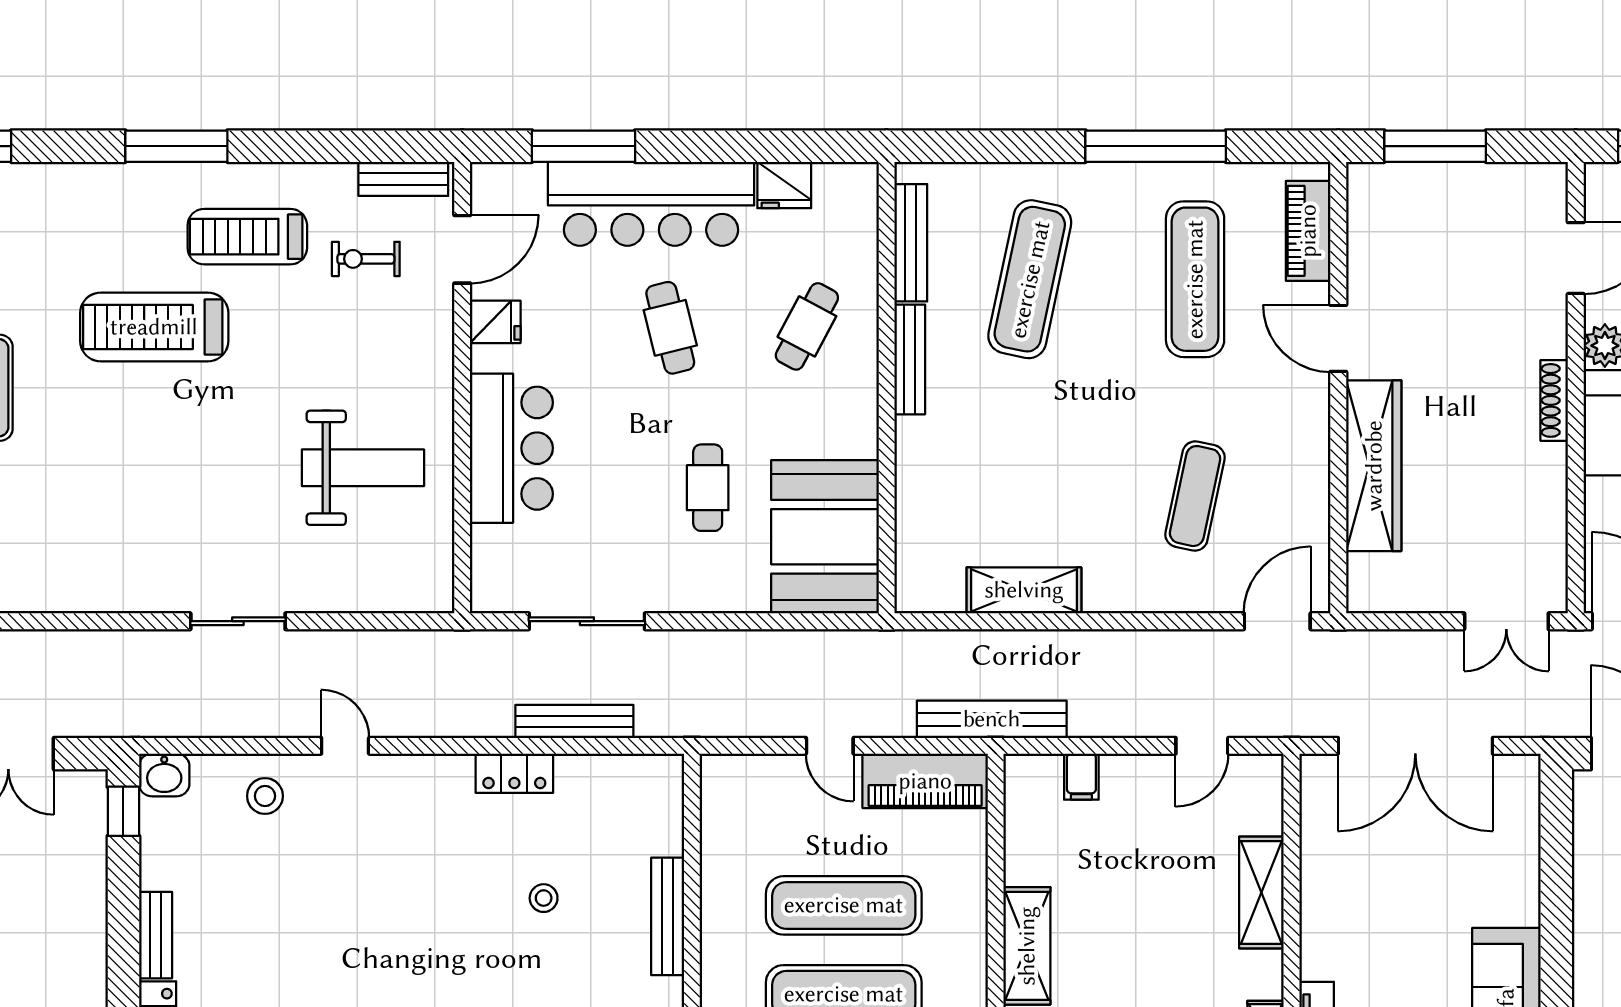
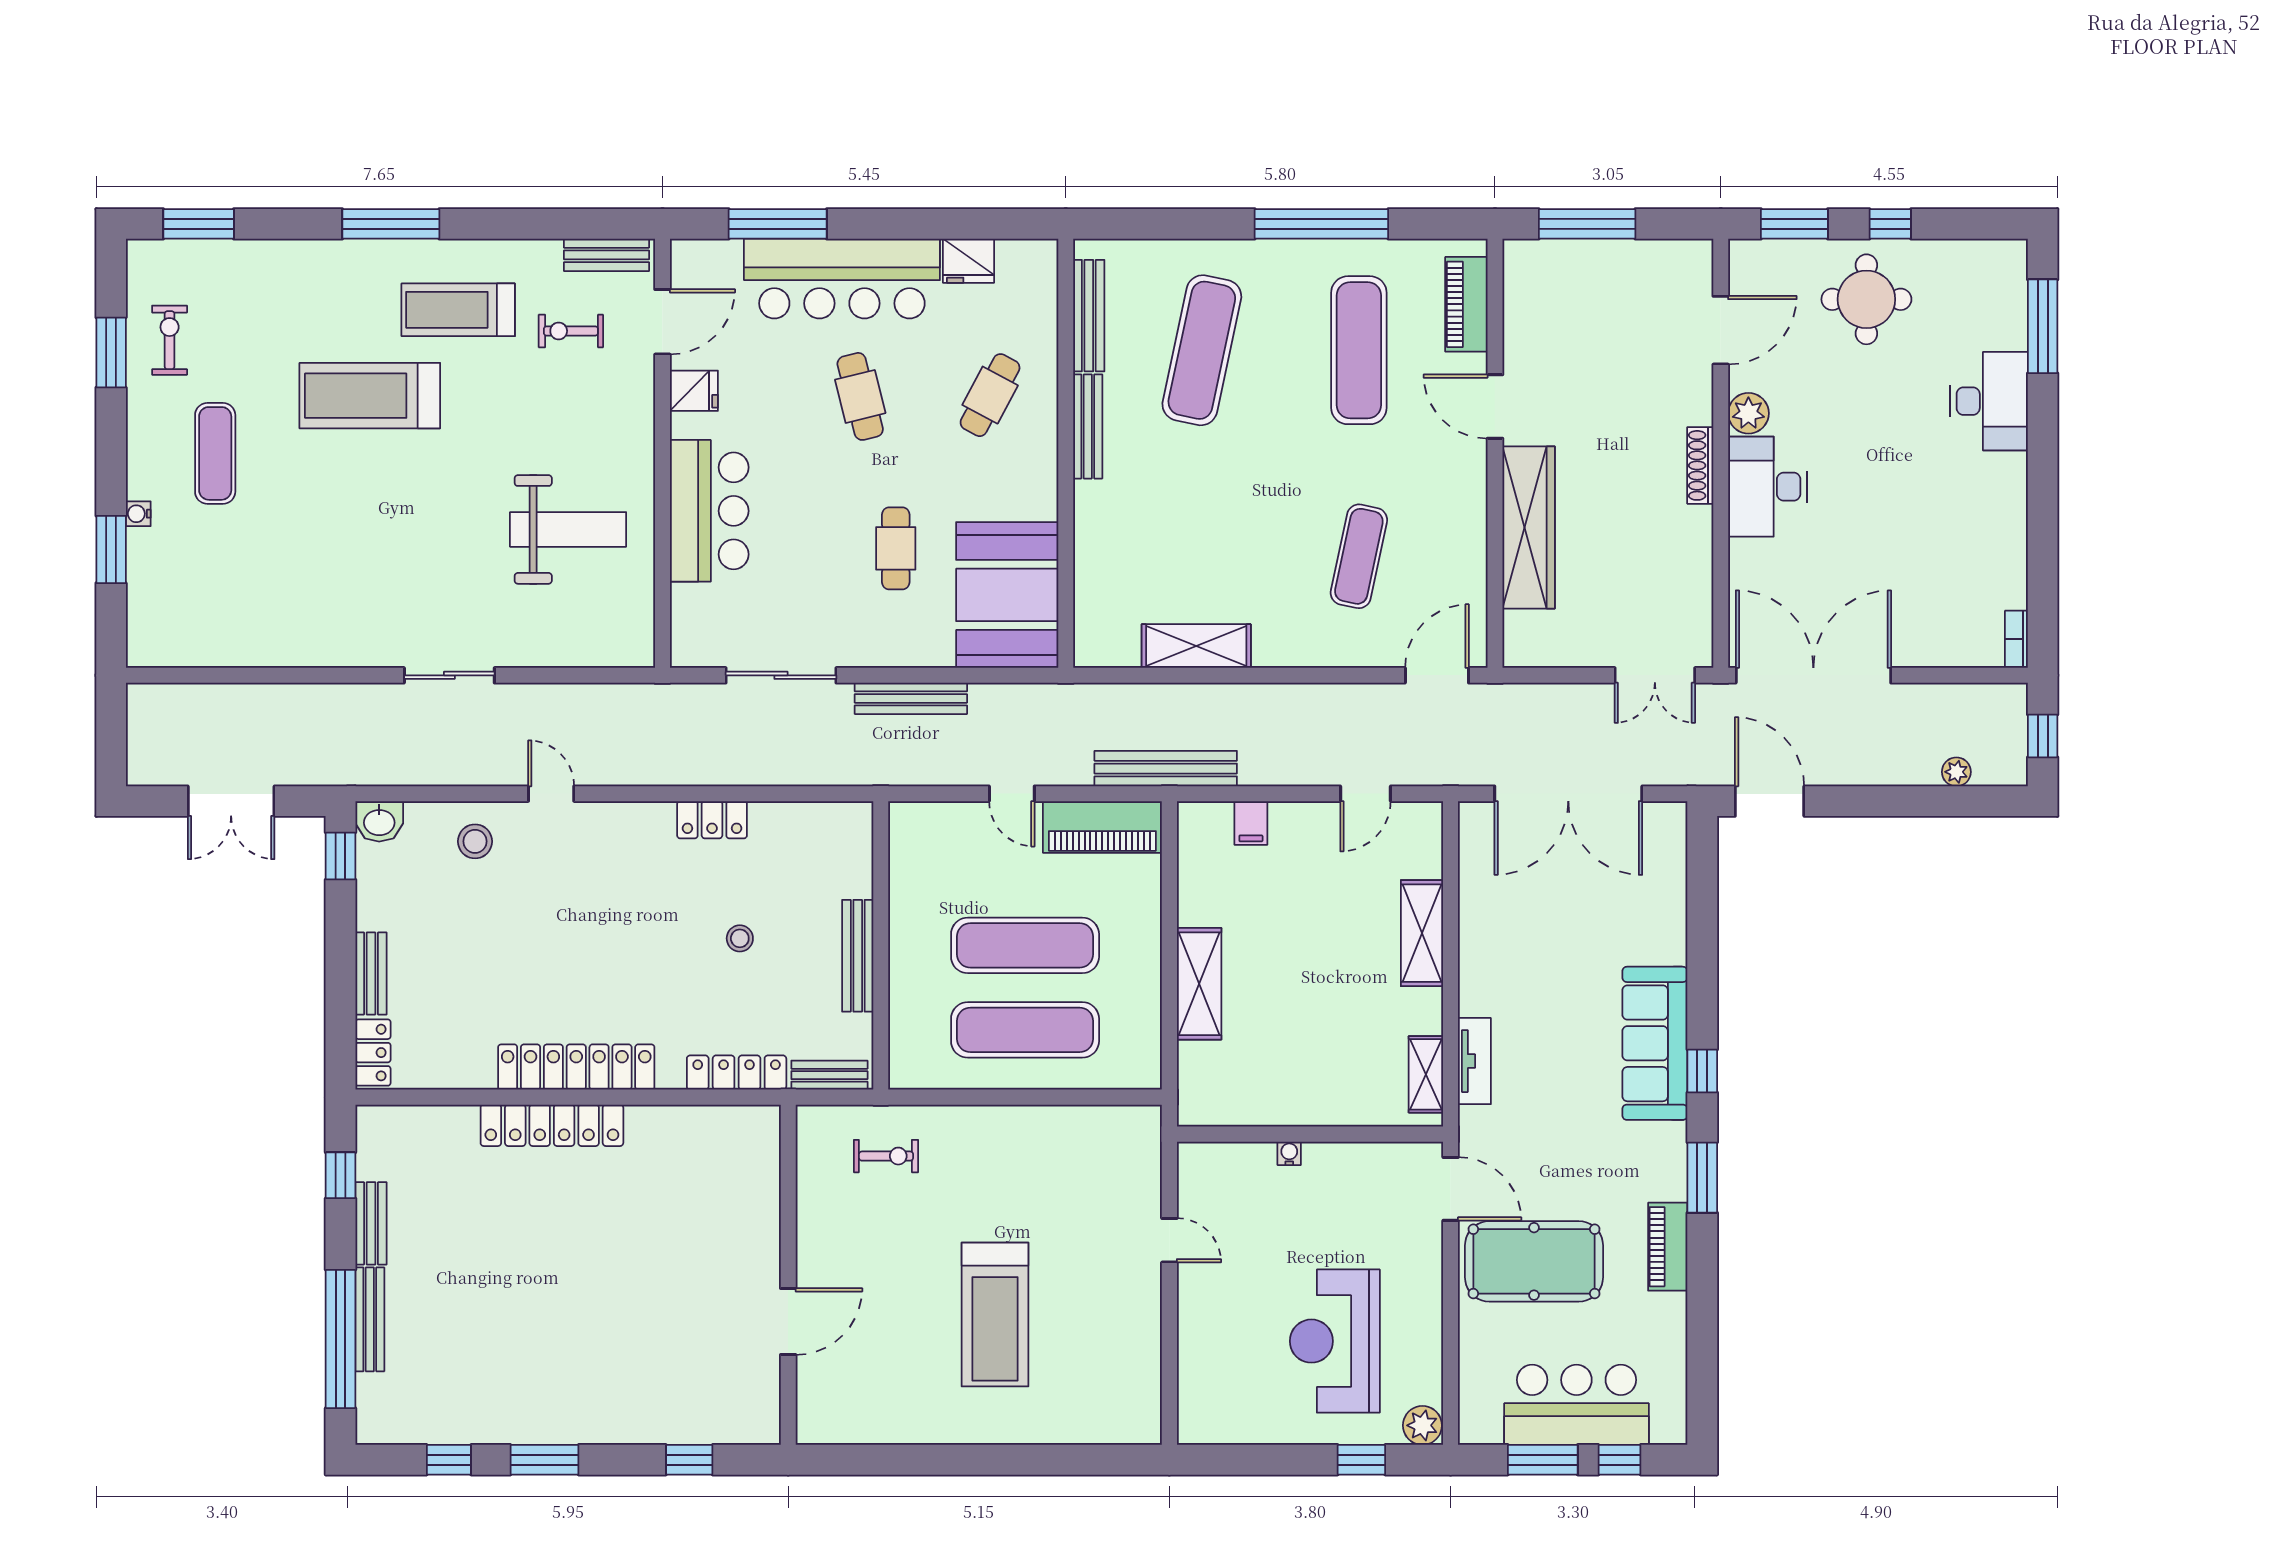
bench: (574, 721) -> (911, 698), moved

